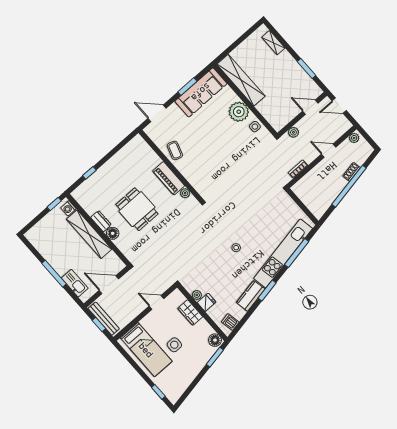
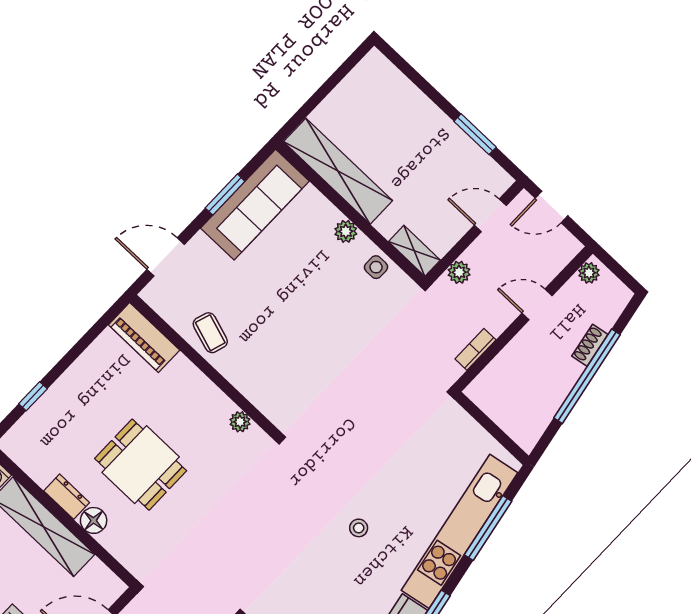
shelving: (273, 43) -> (414, 251), moved
plant: (239, 112) -> (346, 231), width x0.53, depth x0.53
piano: (169, 178) -> (144, 337), moved

